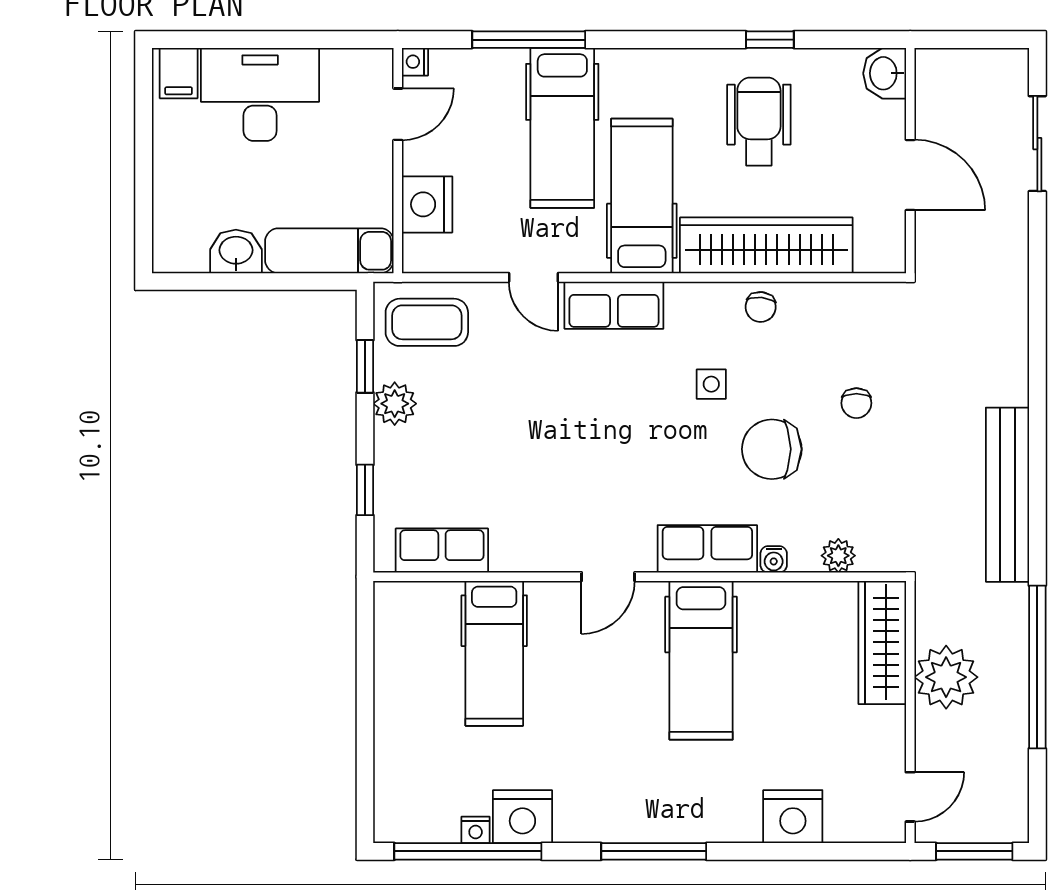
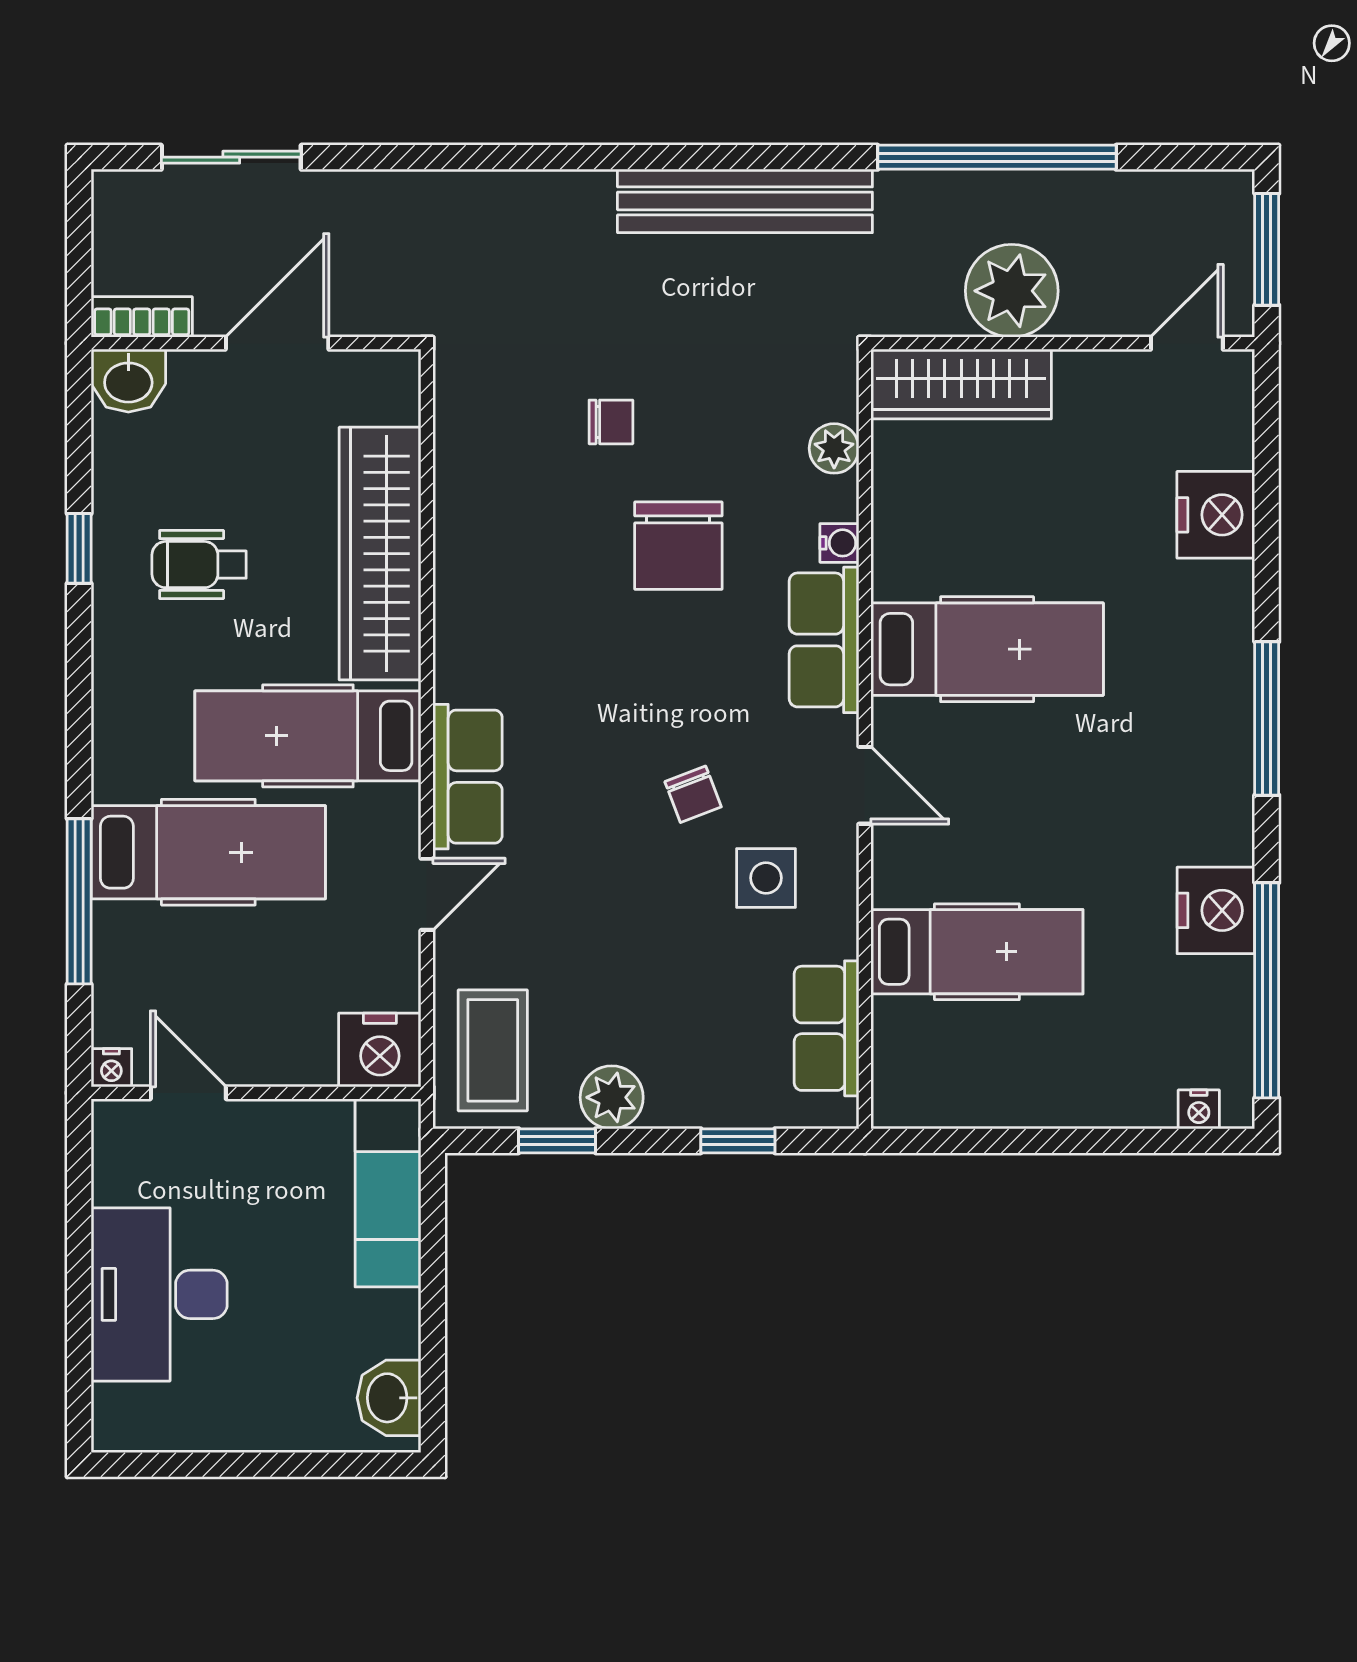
filing cabinet: (179, 73) -> (128, 1414), removed
bookcase: (928, 82) -> (142, 317), added
wheelchair: (759, 122) -> (199, 565), width x0.73, depth x0.73
nightstand: (427, 204) -> (380, 1050), moved
washbasin: (236, 251) -> (389, 1398), moved
chair: (761, 307) -> (693, 794), moved, turned 63
side table: (711, 384) -> (766, 878), moved, width x1.37, depth x1.37
door: (910, 797) -> (1187, 343), hinge flipped
nightstand: (476, 830) -> (1199, 1109), moved, turned 90

